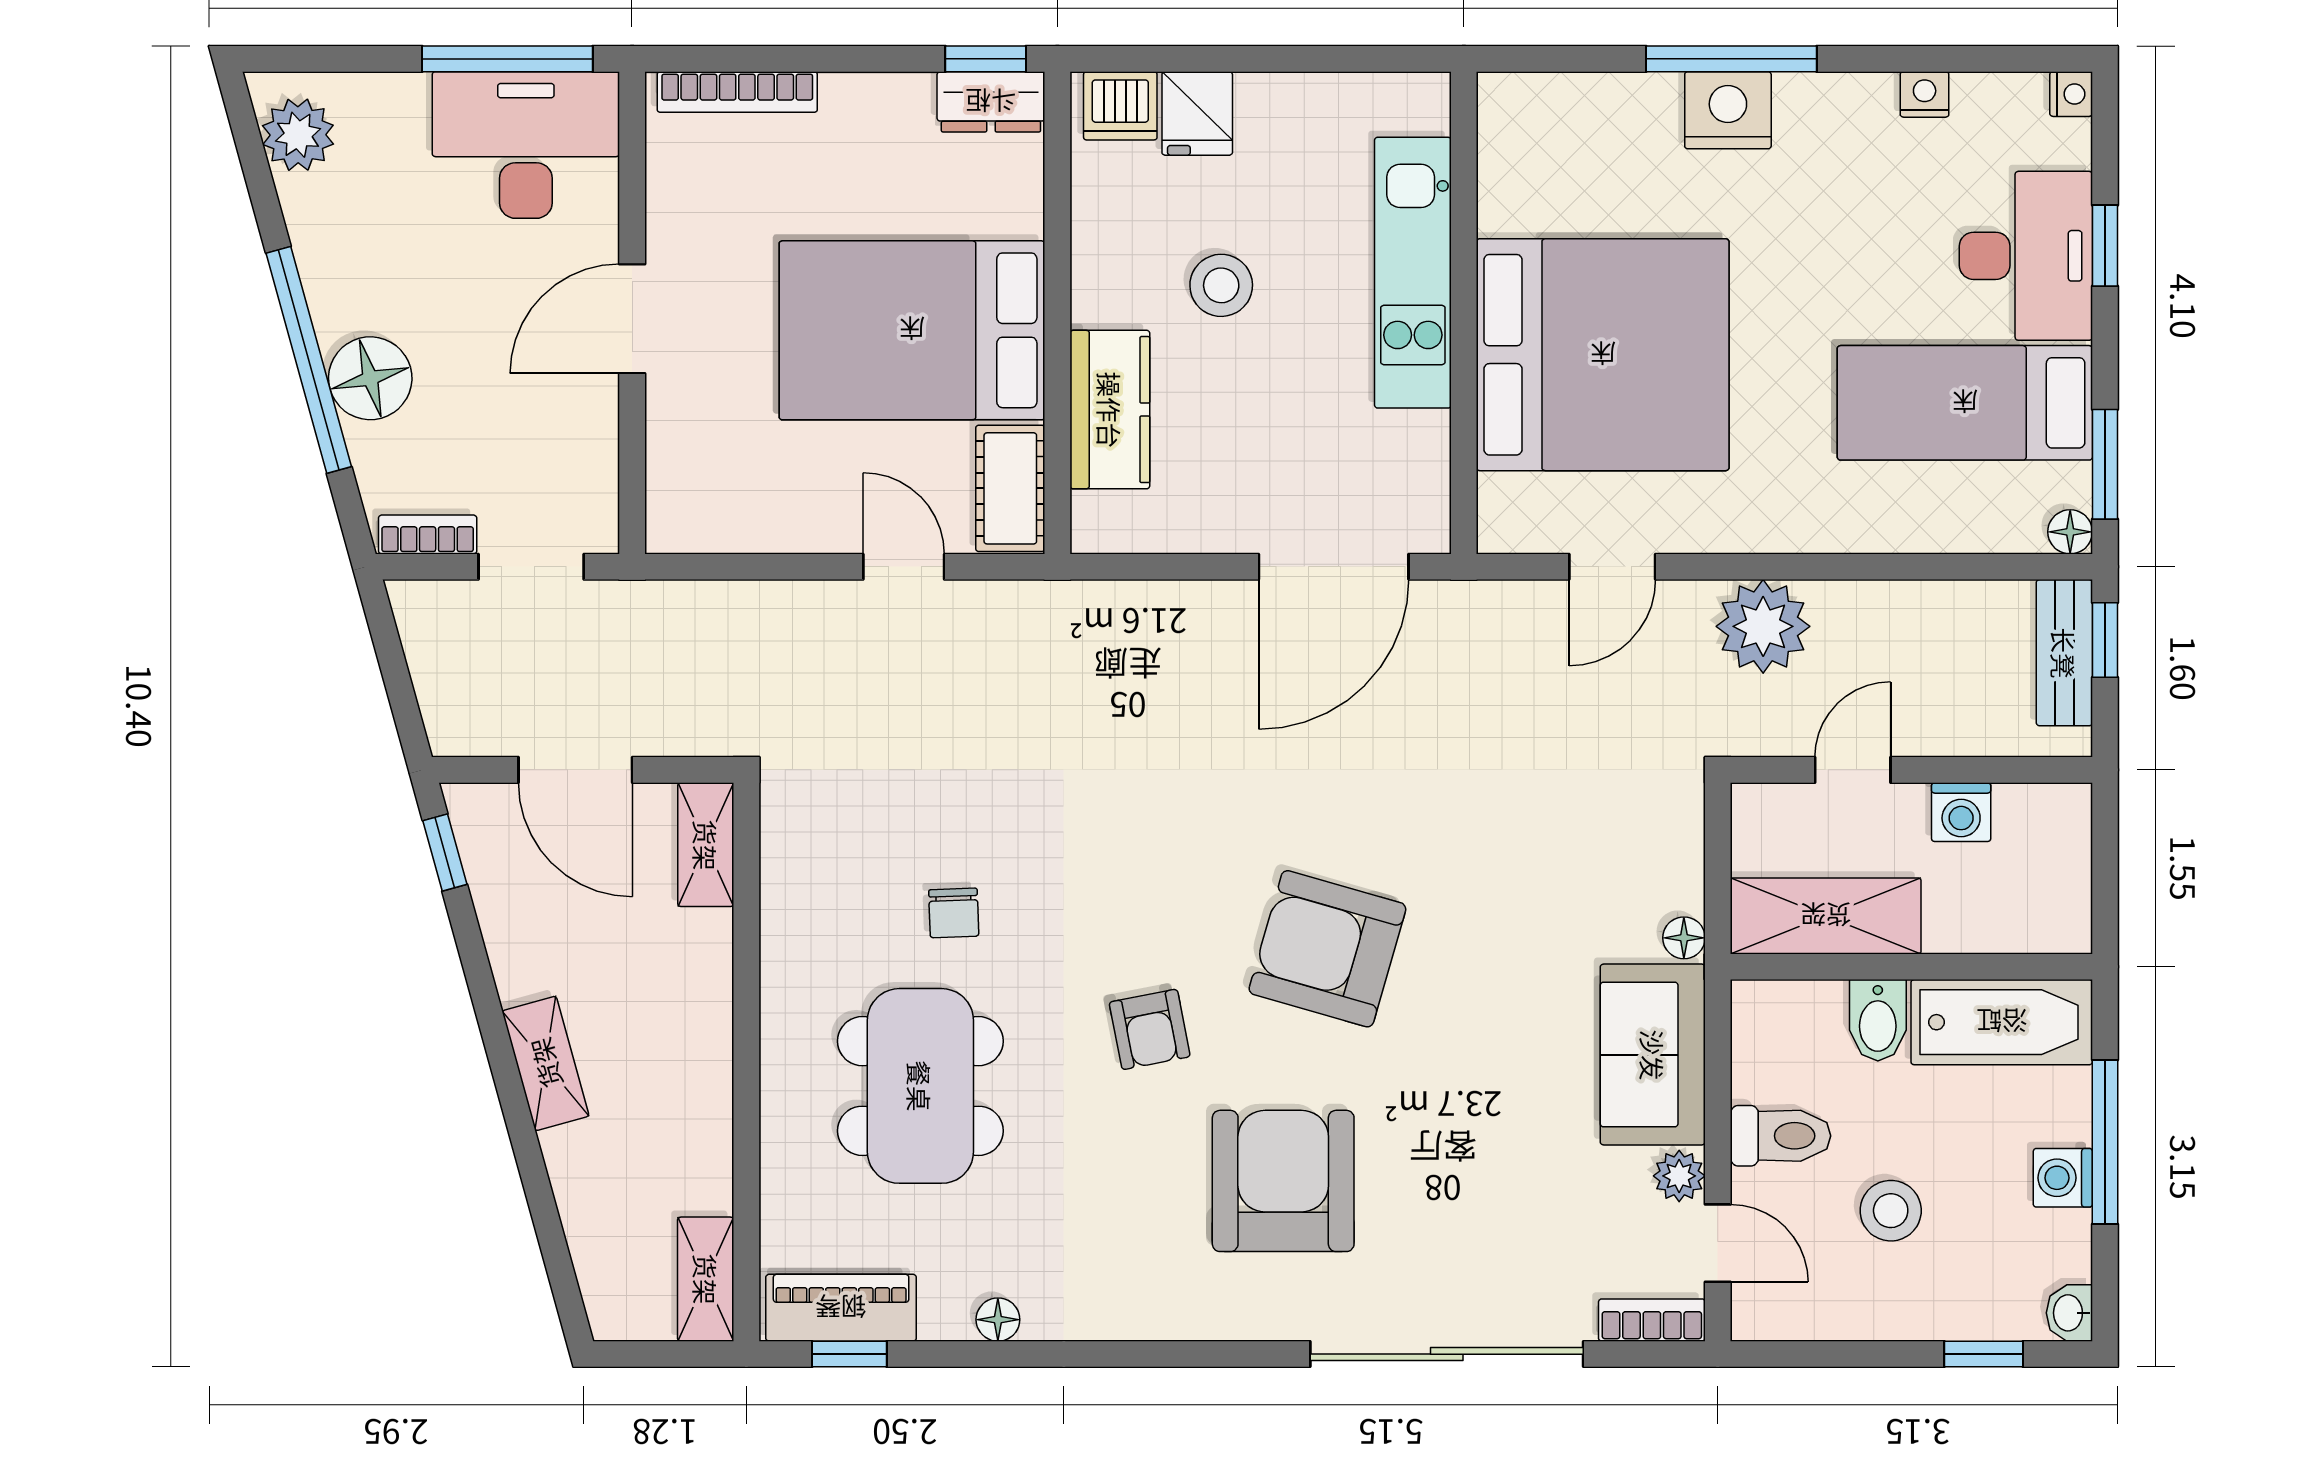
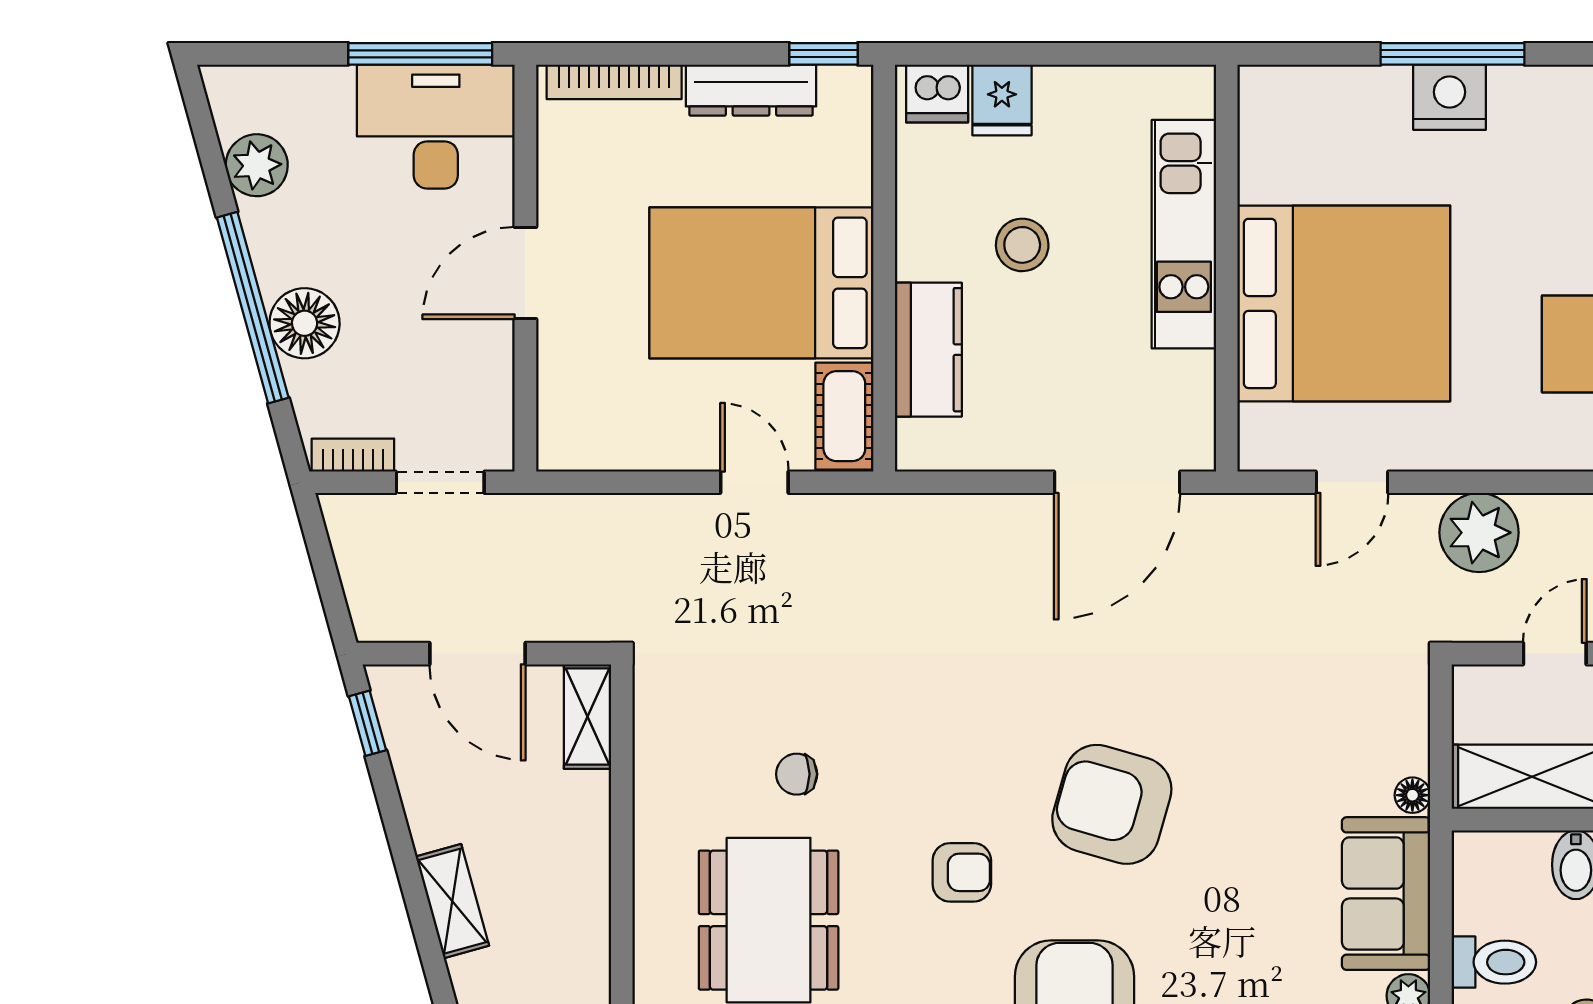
dresser: (991, 102) -> (751, 90), moved, width x1.44
plant: (298, 135) -> (257, 165), moved
chair: (954, 913) -> (797, 774), turned 92
armchair: (1150, 1029) -> (962, 872), turned -79

